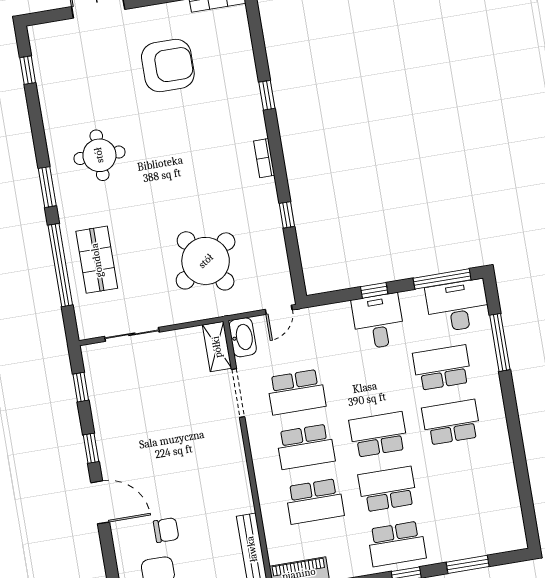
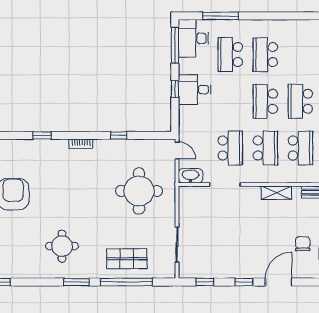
round table: (206, 261) -> (139, 191), turned 34
shelving: (217, 347) -> (276, 193), moved

